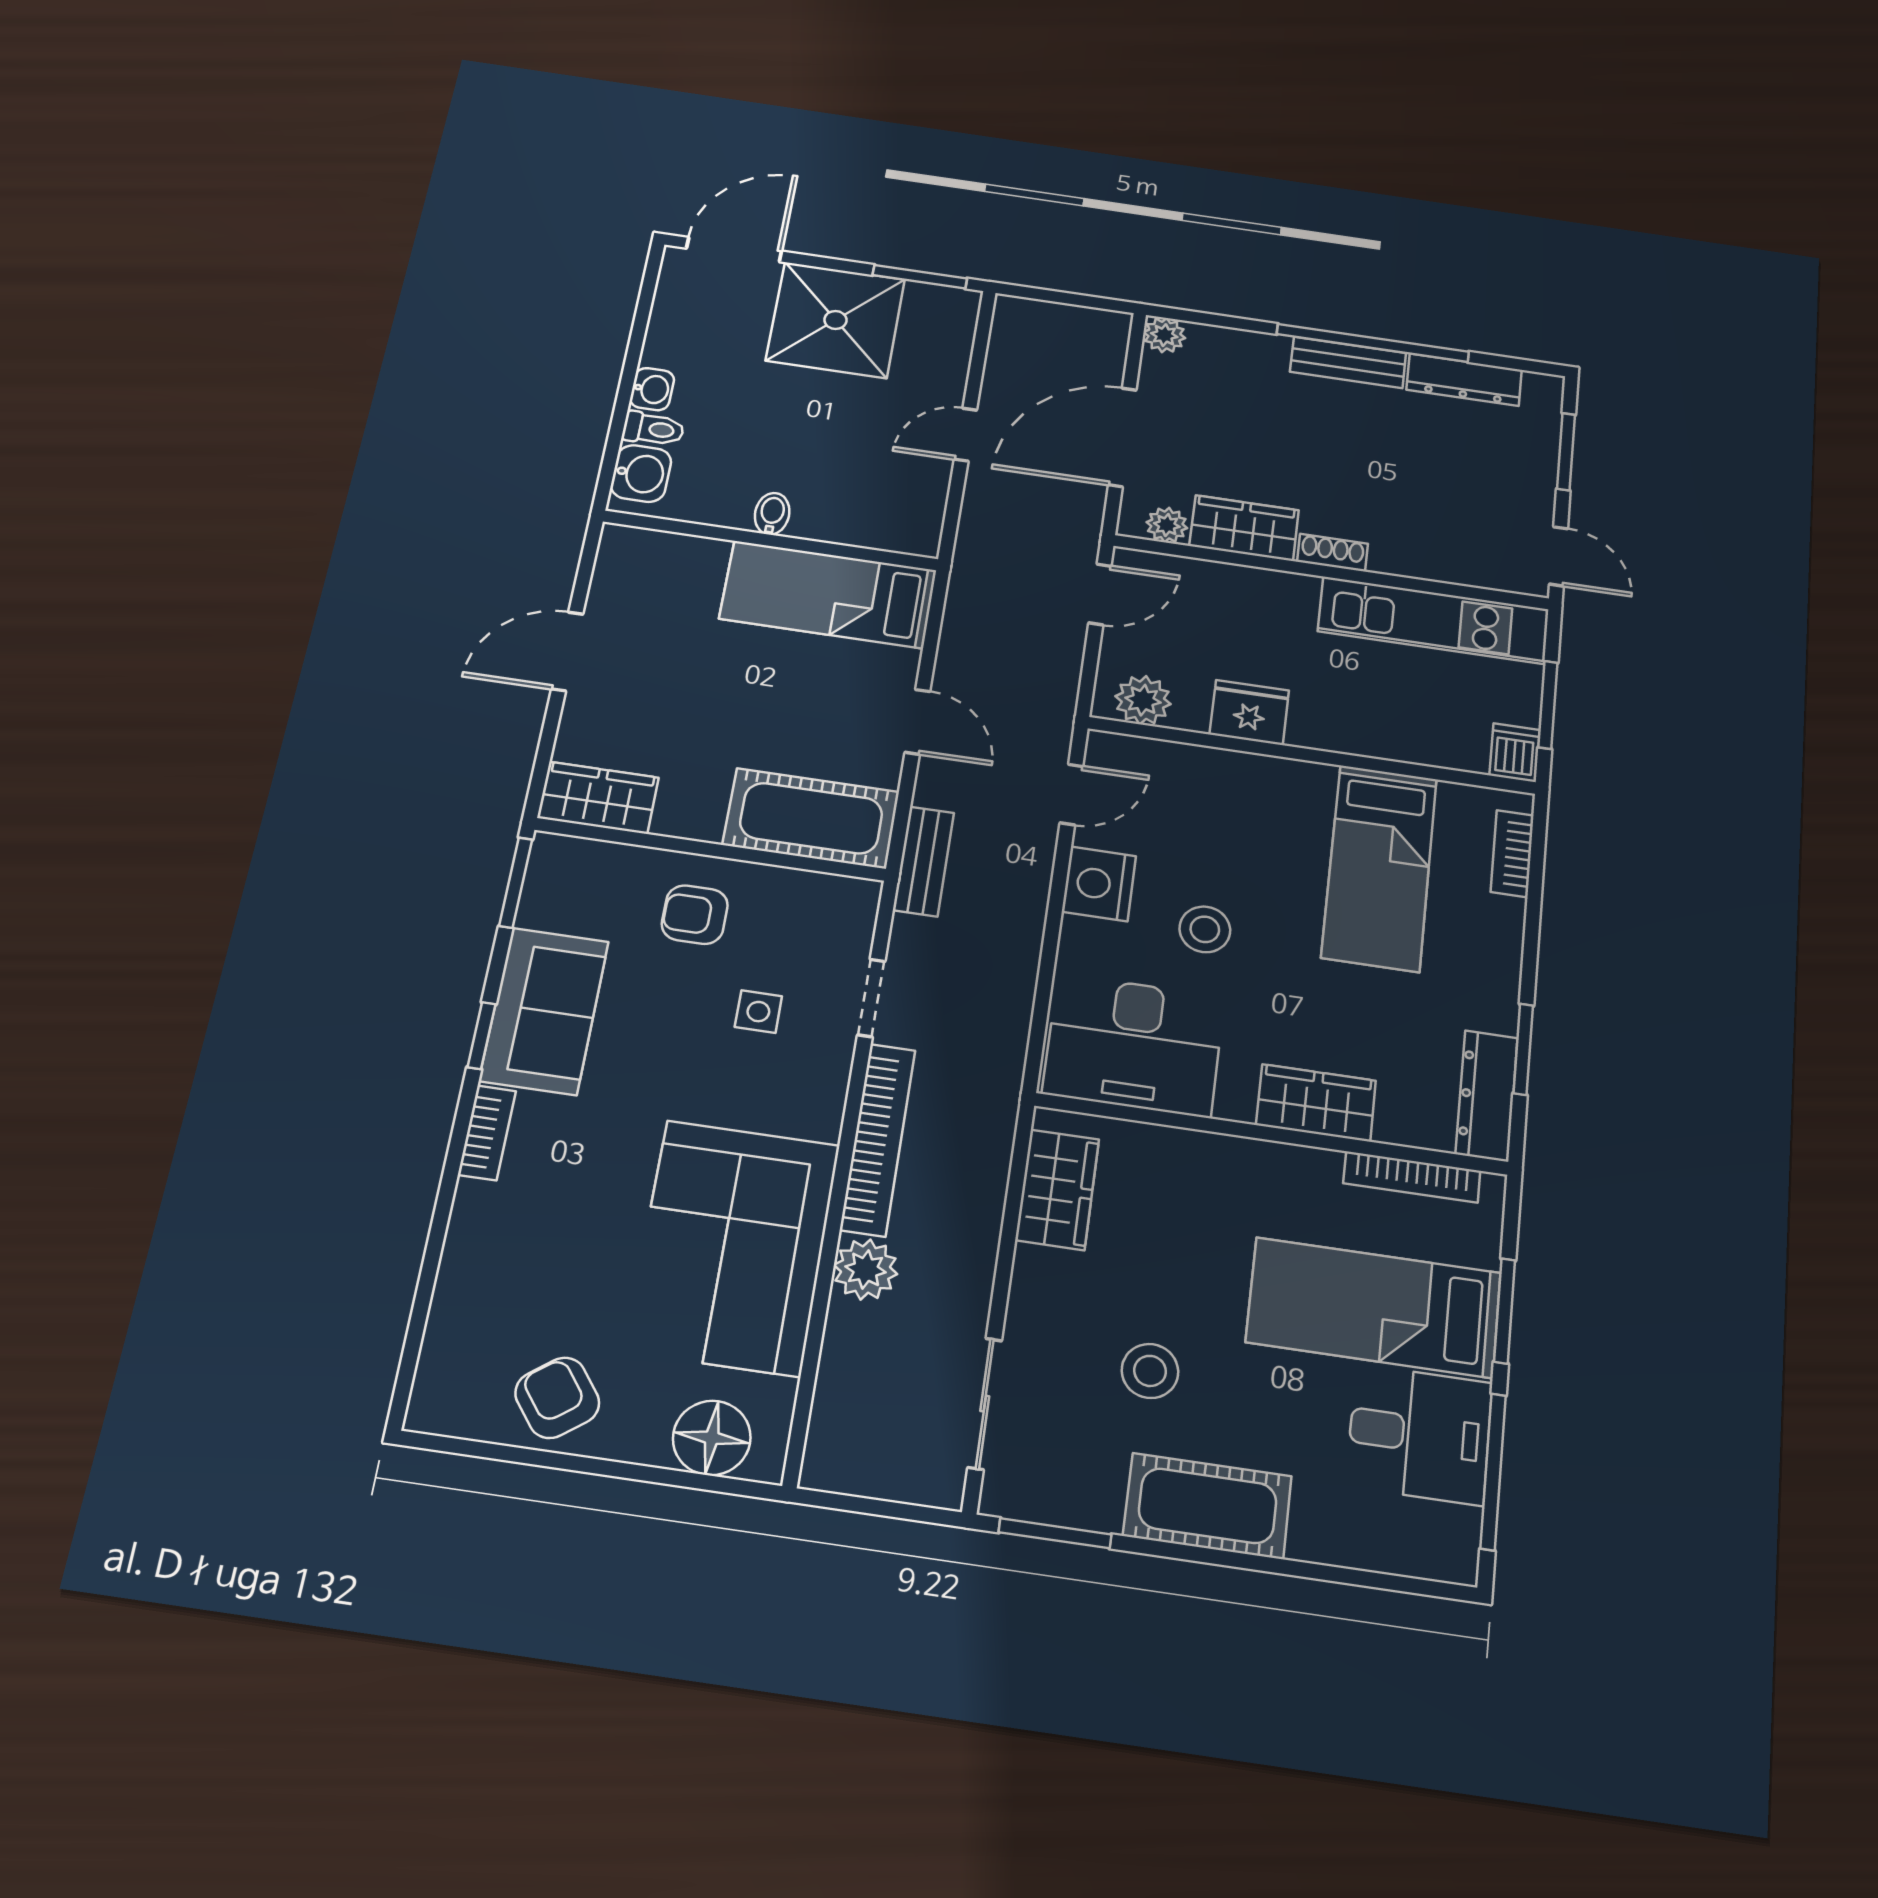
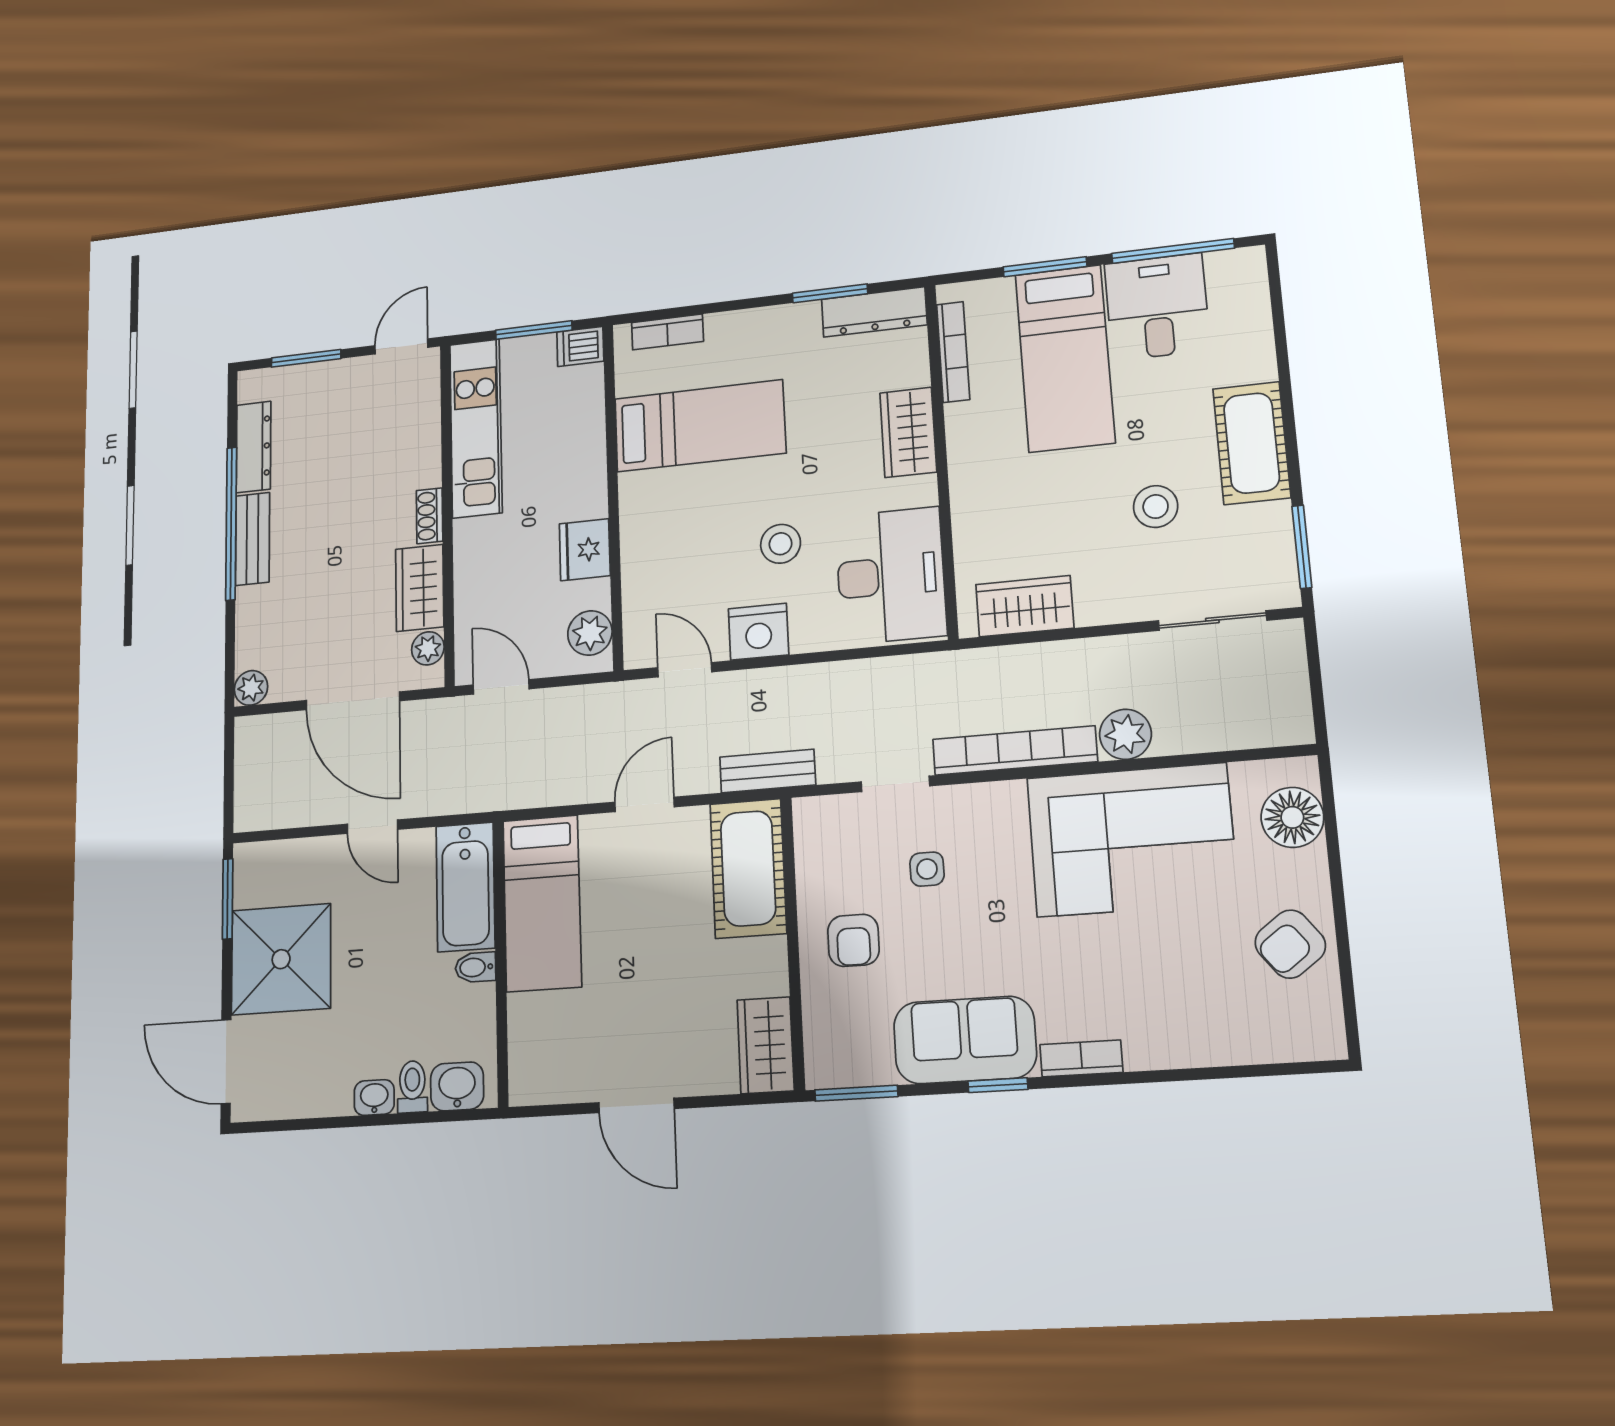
bathtub: (869, 519) -> (465, 887), added

